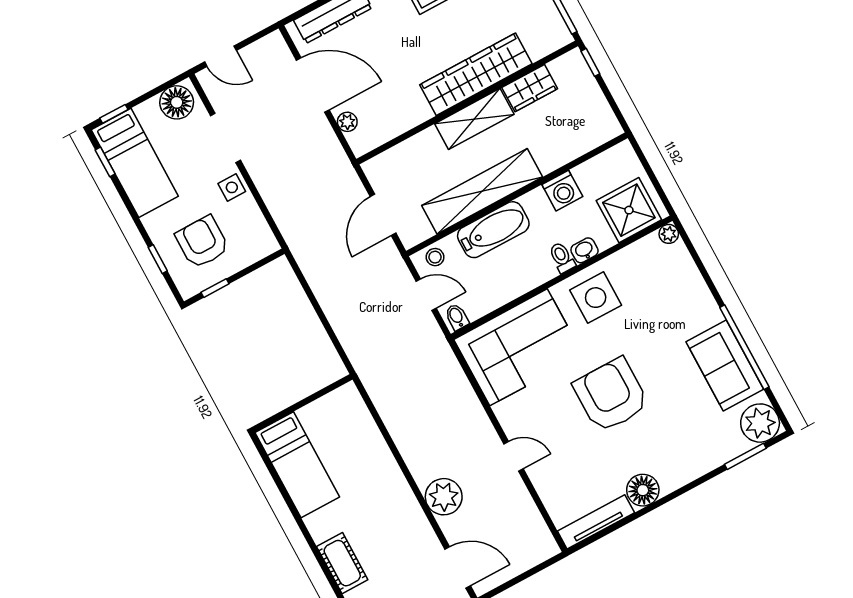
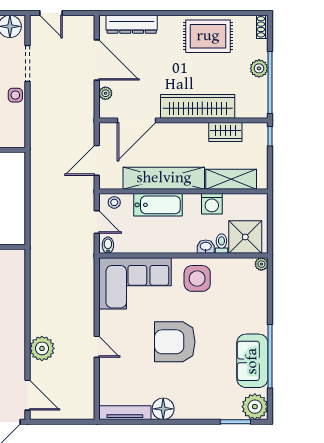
shelving: (474, 119) -> (231, 179), moved
door: (406, 135) -> (137, 120), added
toilet: (562, 257) -> (221, 244), moved
armchair: (611, 395) -> (175, 342), turned -90

